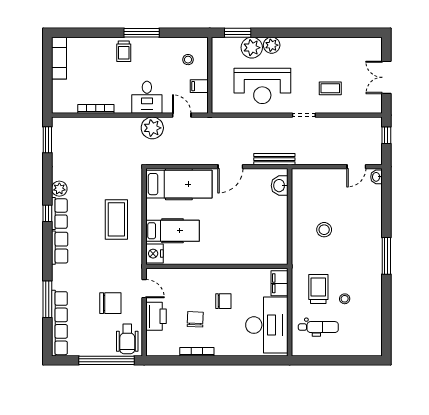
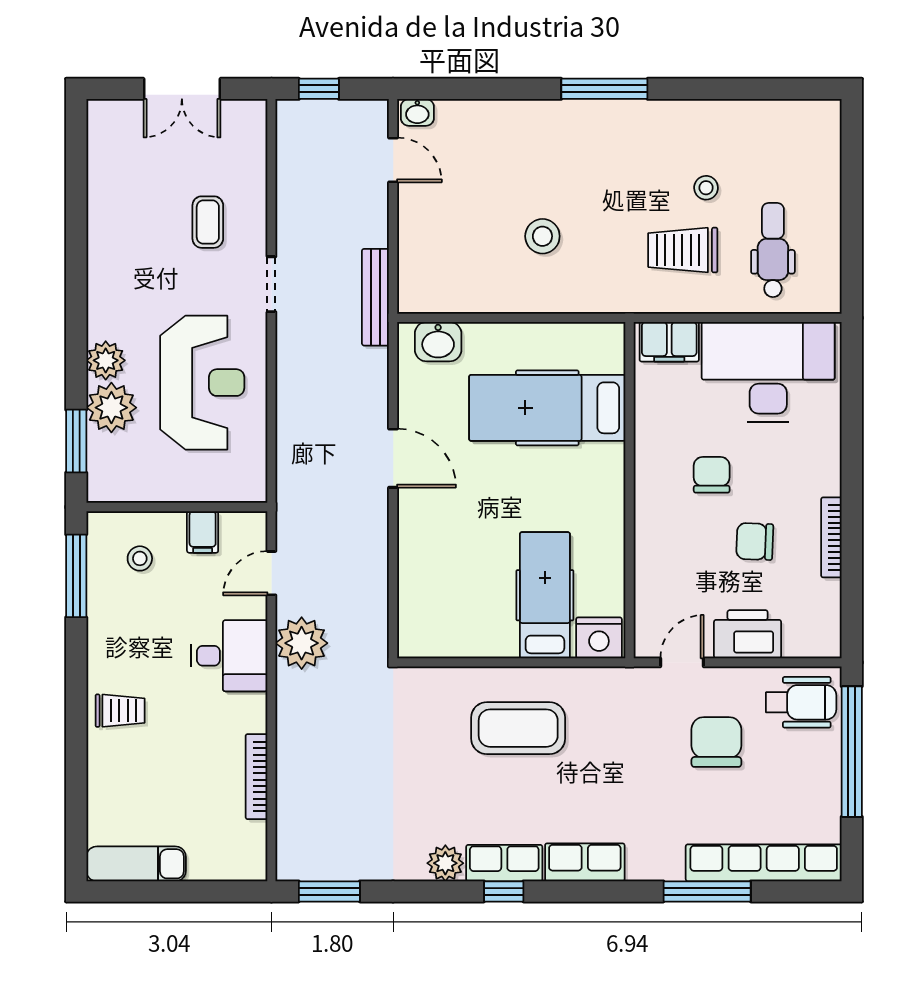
window: (142, 33) -> (76, 576), moved
bench: (274, 159) -> (375, 297), moved
hospital bed: (179, 184) -> (547, 408), moved, turned -90

